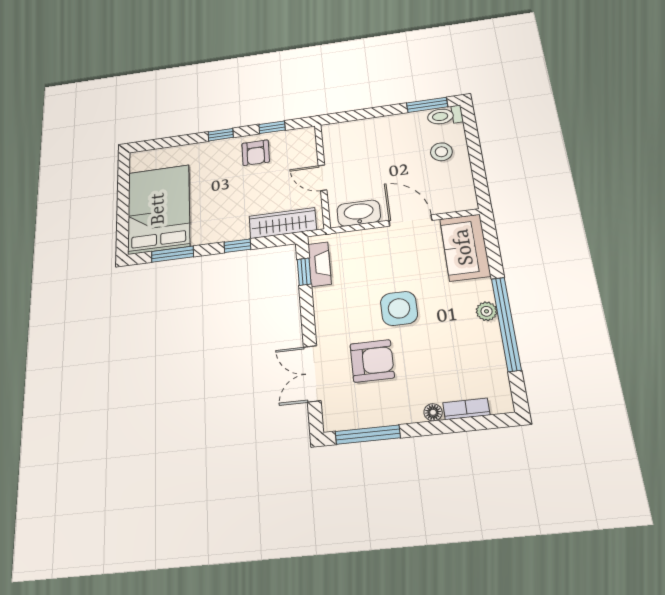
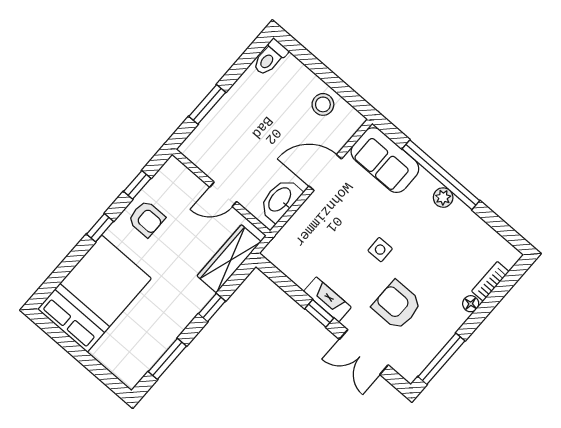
window: (427, 105) -> (207, 104), moved
stool: (441, 152) -> (323, 104), moved
bed: (159, 209) -> (94, 294), moved, turned 90
fireplace: (320, 264) -> (327, 299), moved
window: (304, 272) -> (319, 313), moved
side table: (399, 308) -> (380, 250), width x0.54, depth x0.54
window: (506, 324) -> (441, 175), moved
armchair: (372, 361) -> (397, 305), turned -90

